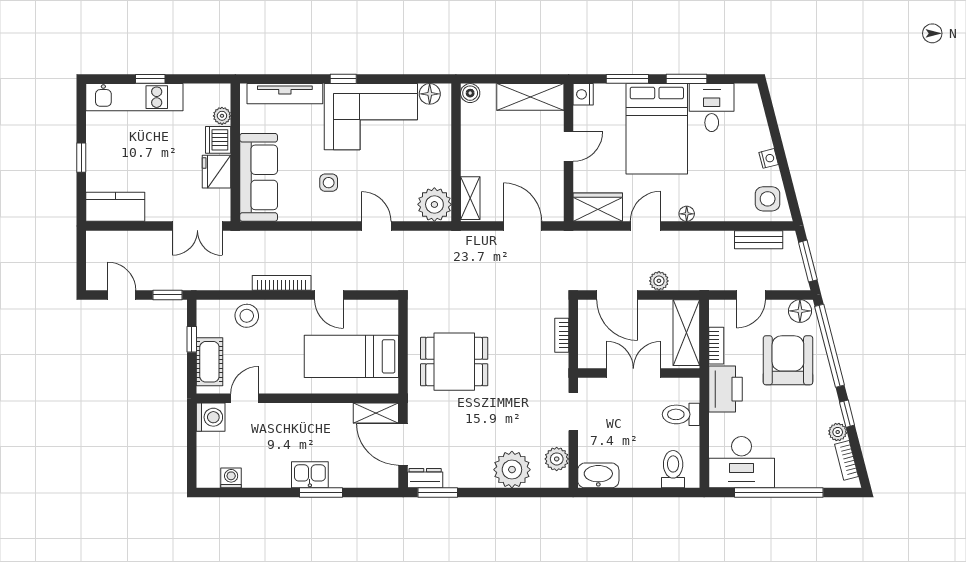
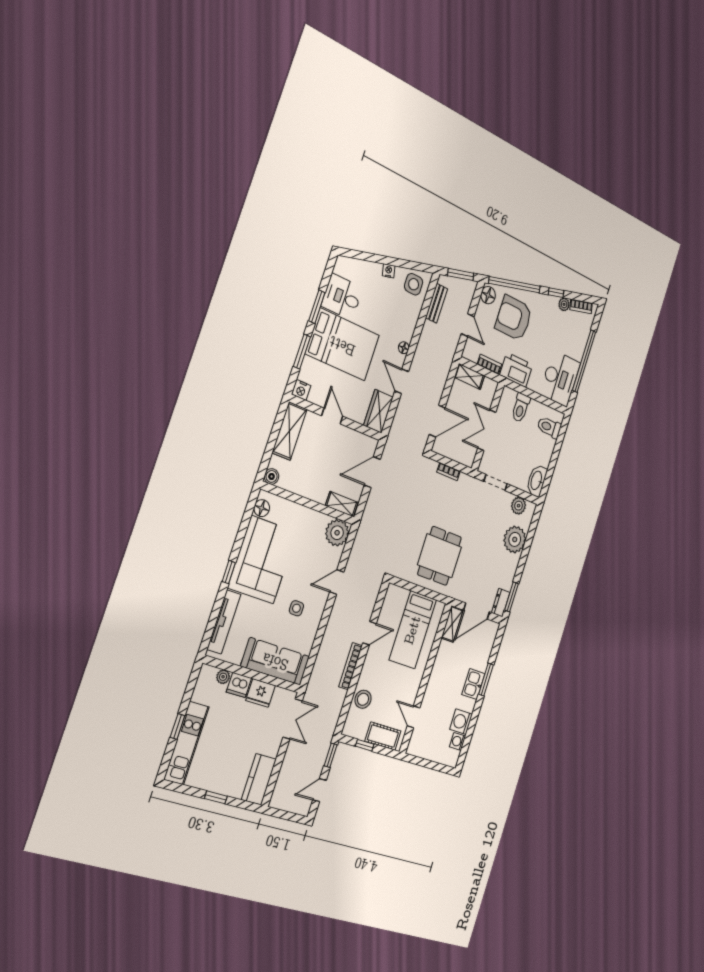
plant: (659, 281) -> (438, 387), removed
shelving: (686, 333) -> (469, 376), width x0.67, depth x0.75
washing machine: (211, 417) -> (461, 722), moved, turned -90

